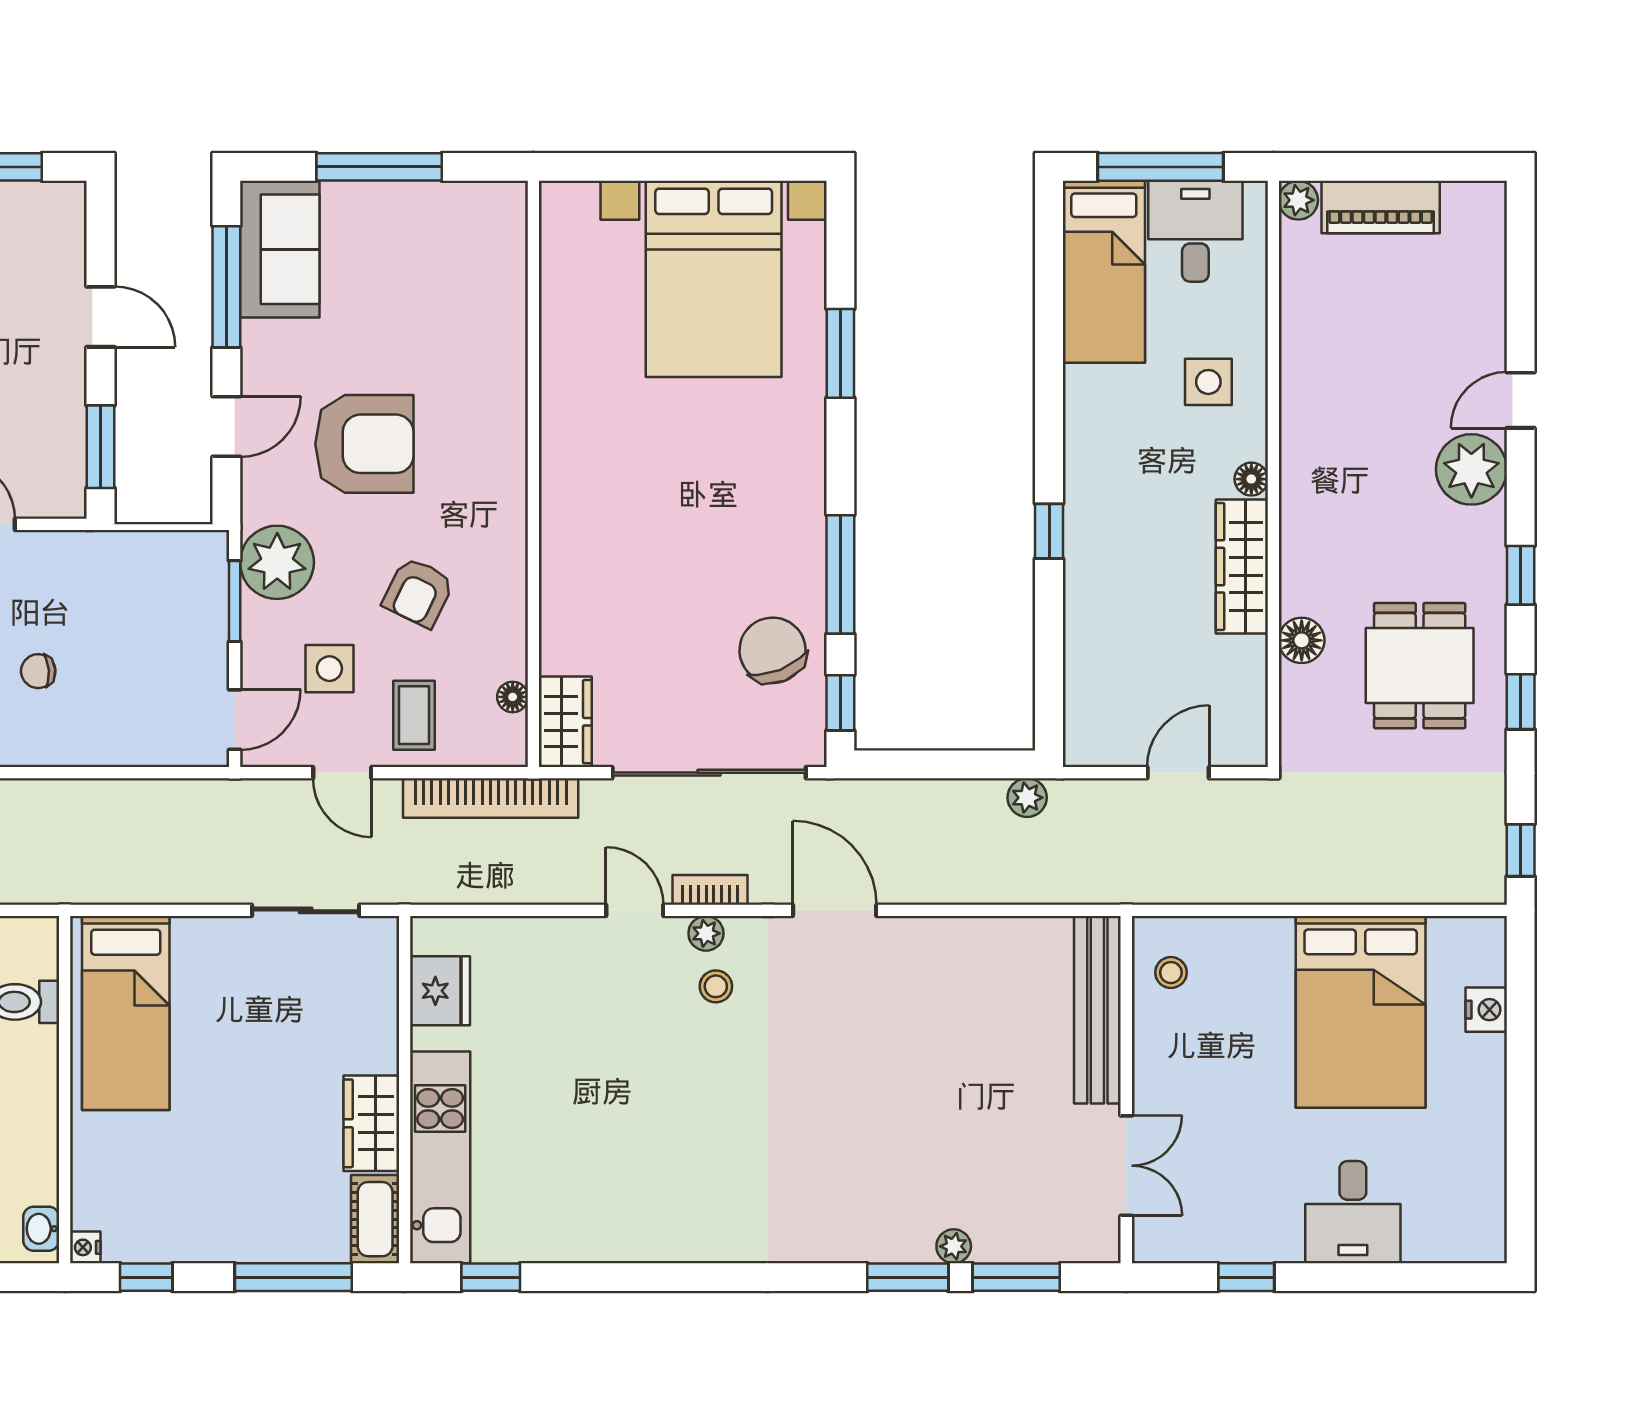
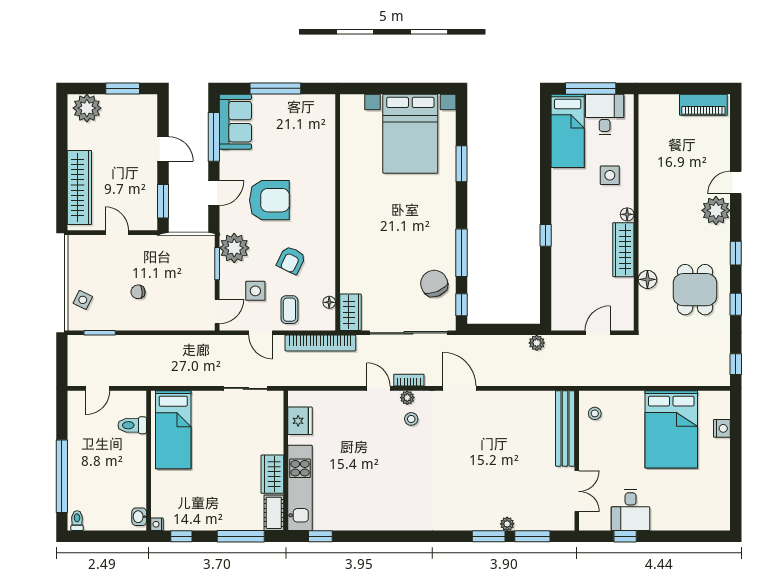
plant: (1298, 200) -> (646, 102), removed
piano: (1381, 207) -> (703, 105), moved
desk: (1353, 1212) -> (631, 510), moved

